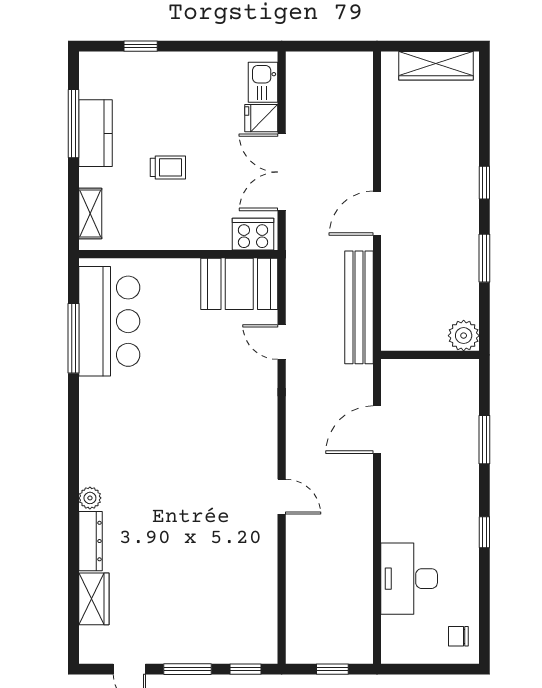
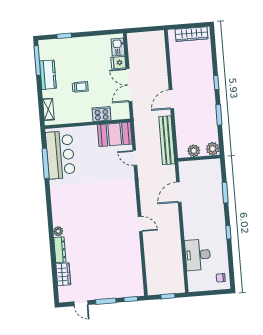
window: (73, 124) -> (37, 60), moved
cooker: (253, 234) -> (102, 114), moved
plant: (419, 337) -> (194, 151), added

